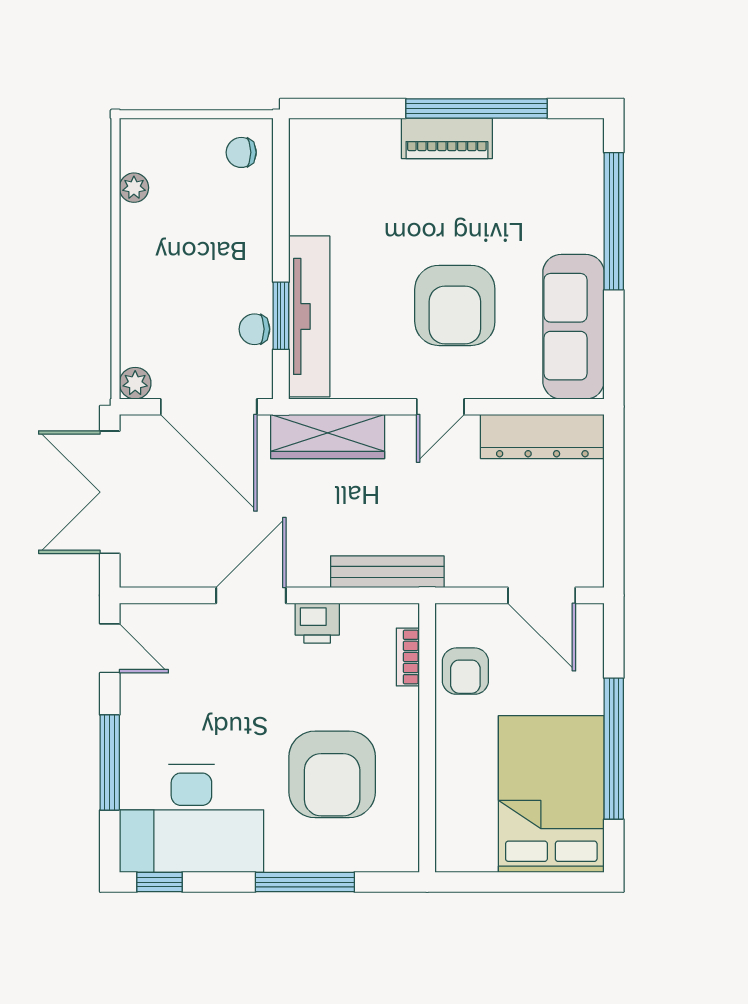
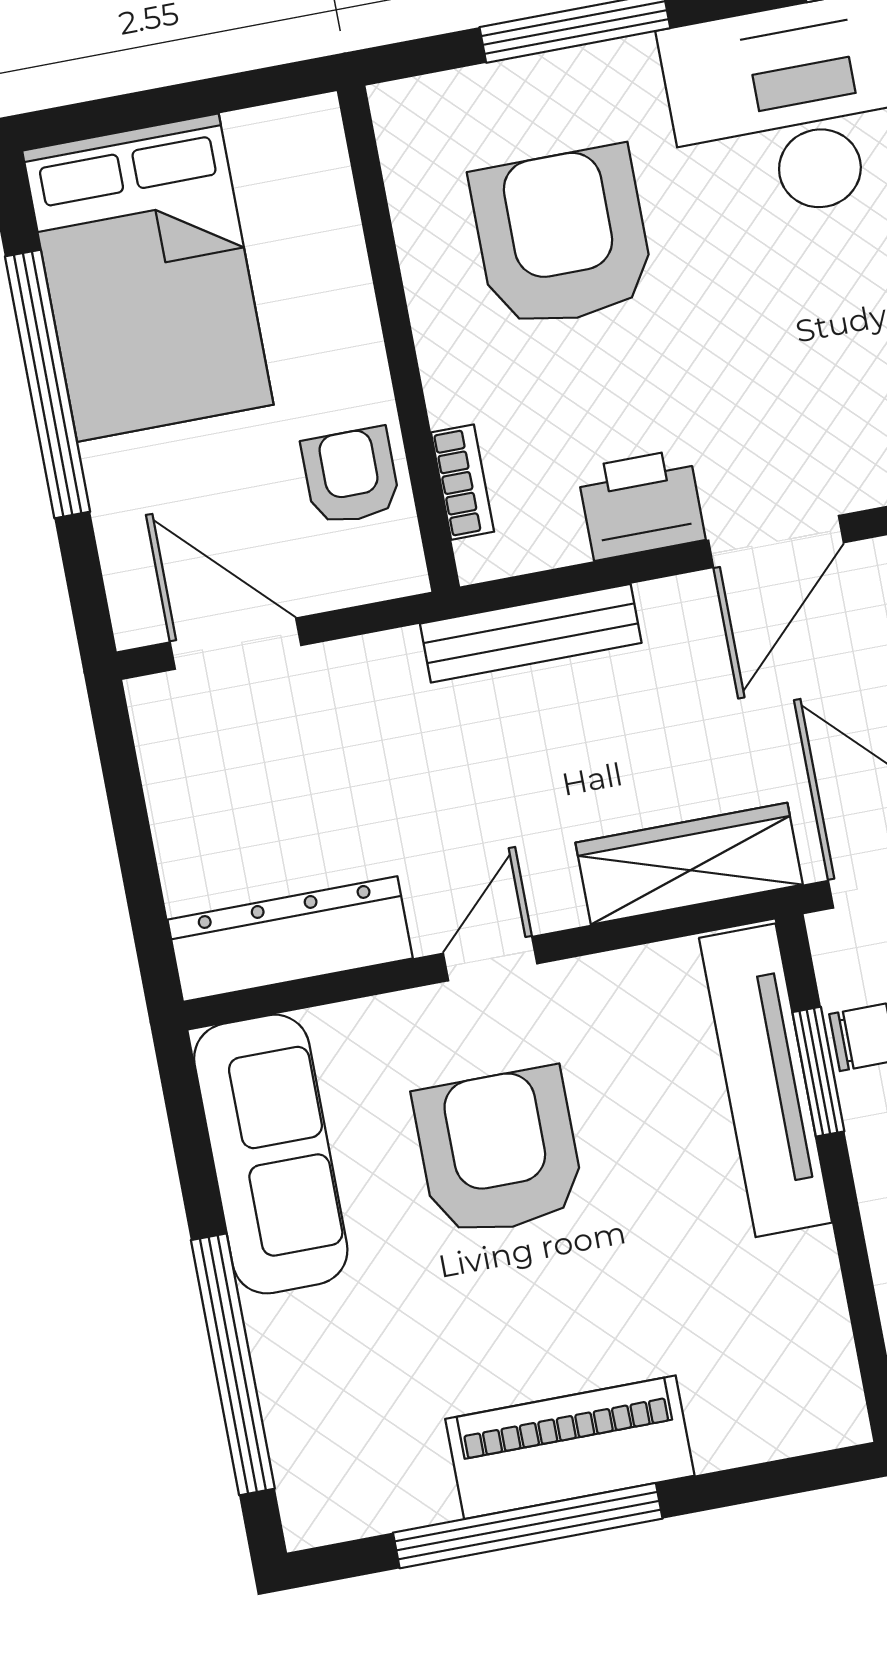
piano: (447, 138) -> (570, 1447), width x1.37, depth x1.33
printer: (317, 623) -> (641, 504), width x1.36, depth x1.24

